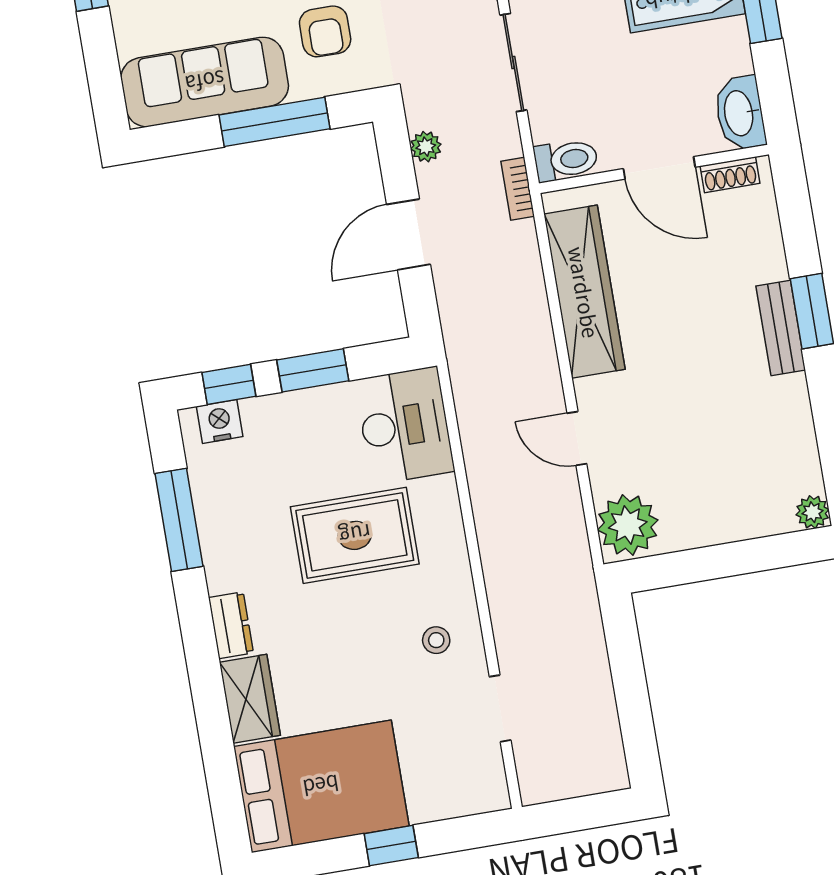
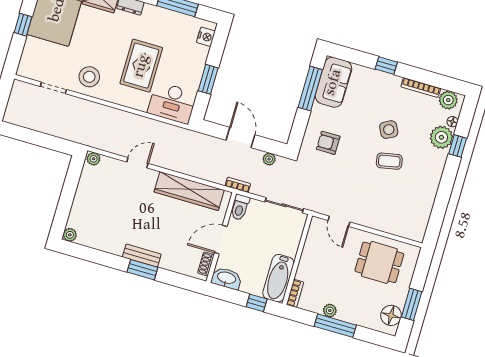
sofa: (205, 82) -> (333, 82), width x0.73
window: (274, 122) -> (310, 89), moved
window: (229, 384) -> (218, 47), removed
plant: (628, 525) -> (93, 159), width x0.53, depth x0.53
stool: (436, 640) -> (89, 77), width x1.89, depth x1.89

